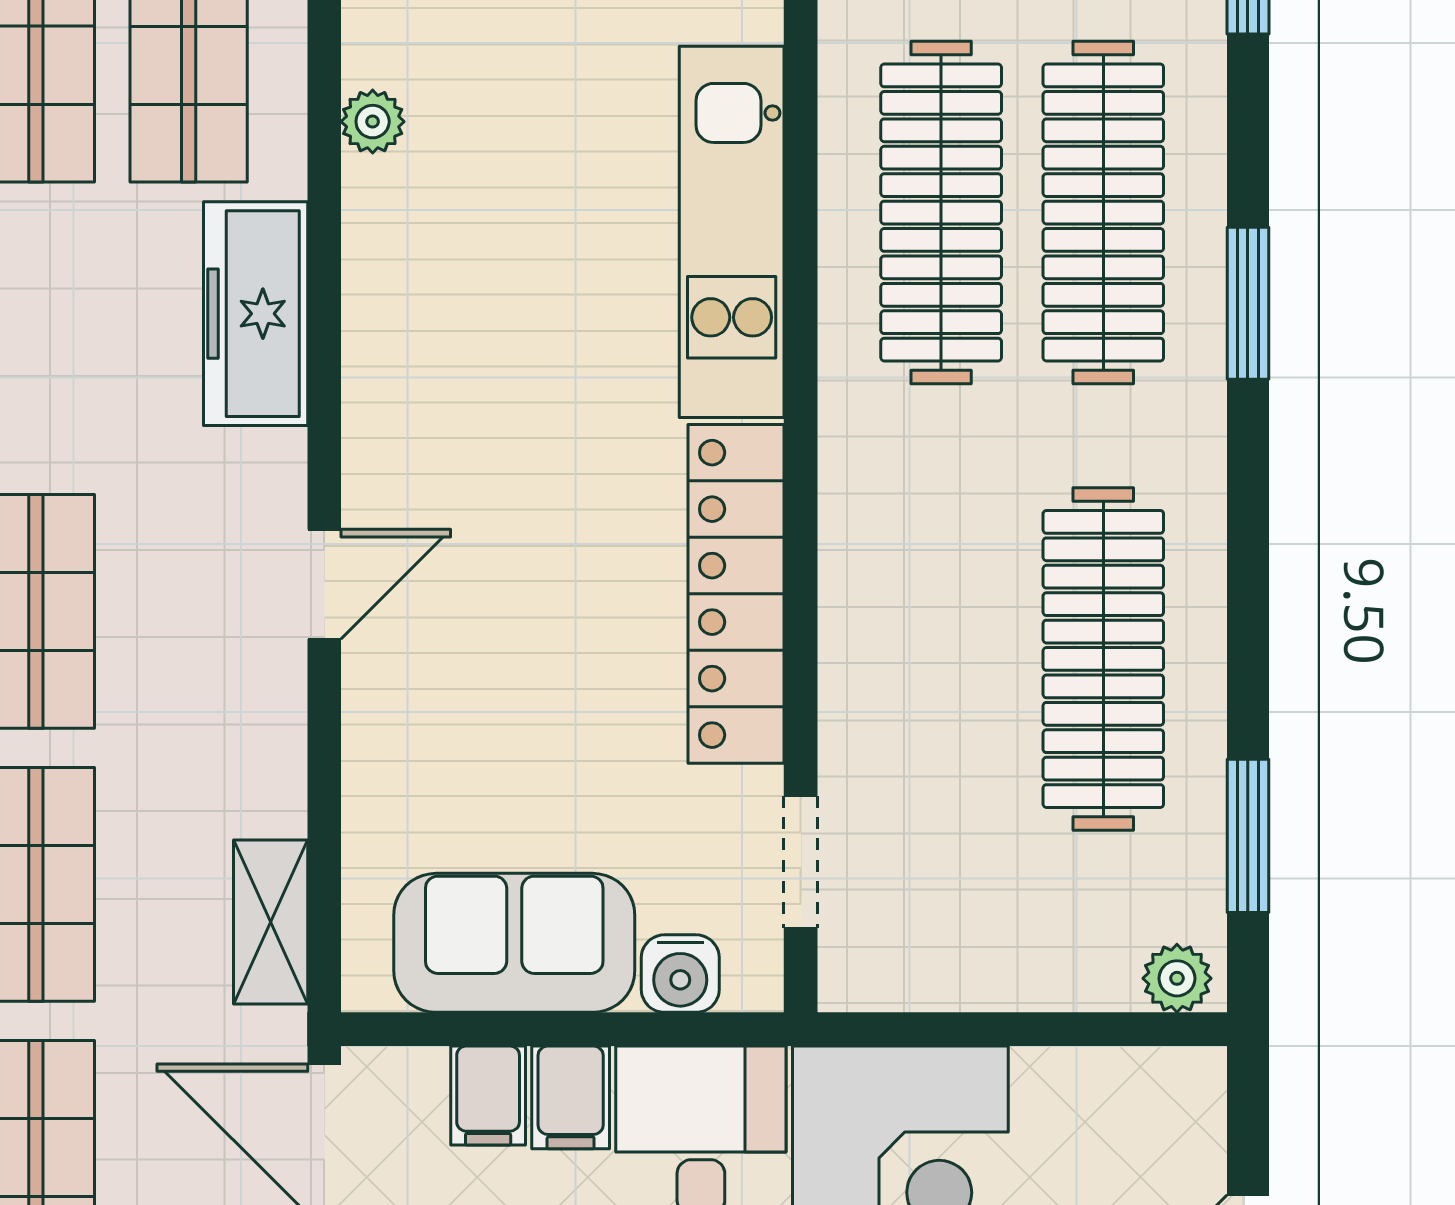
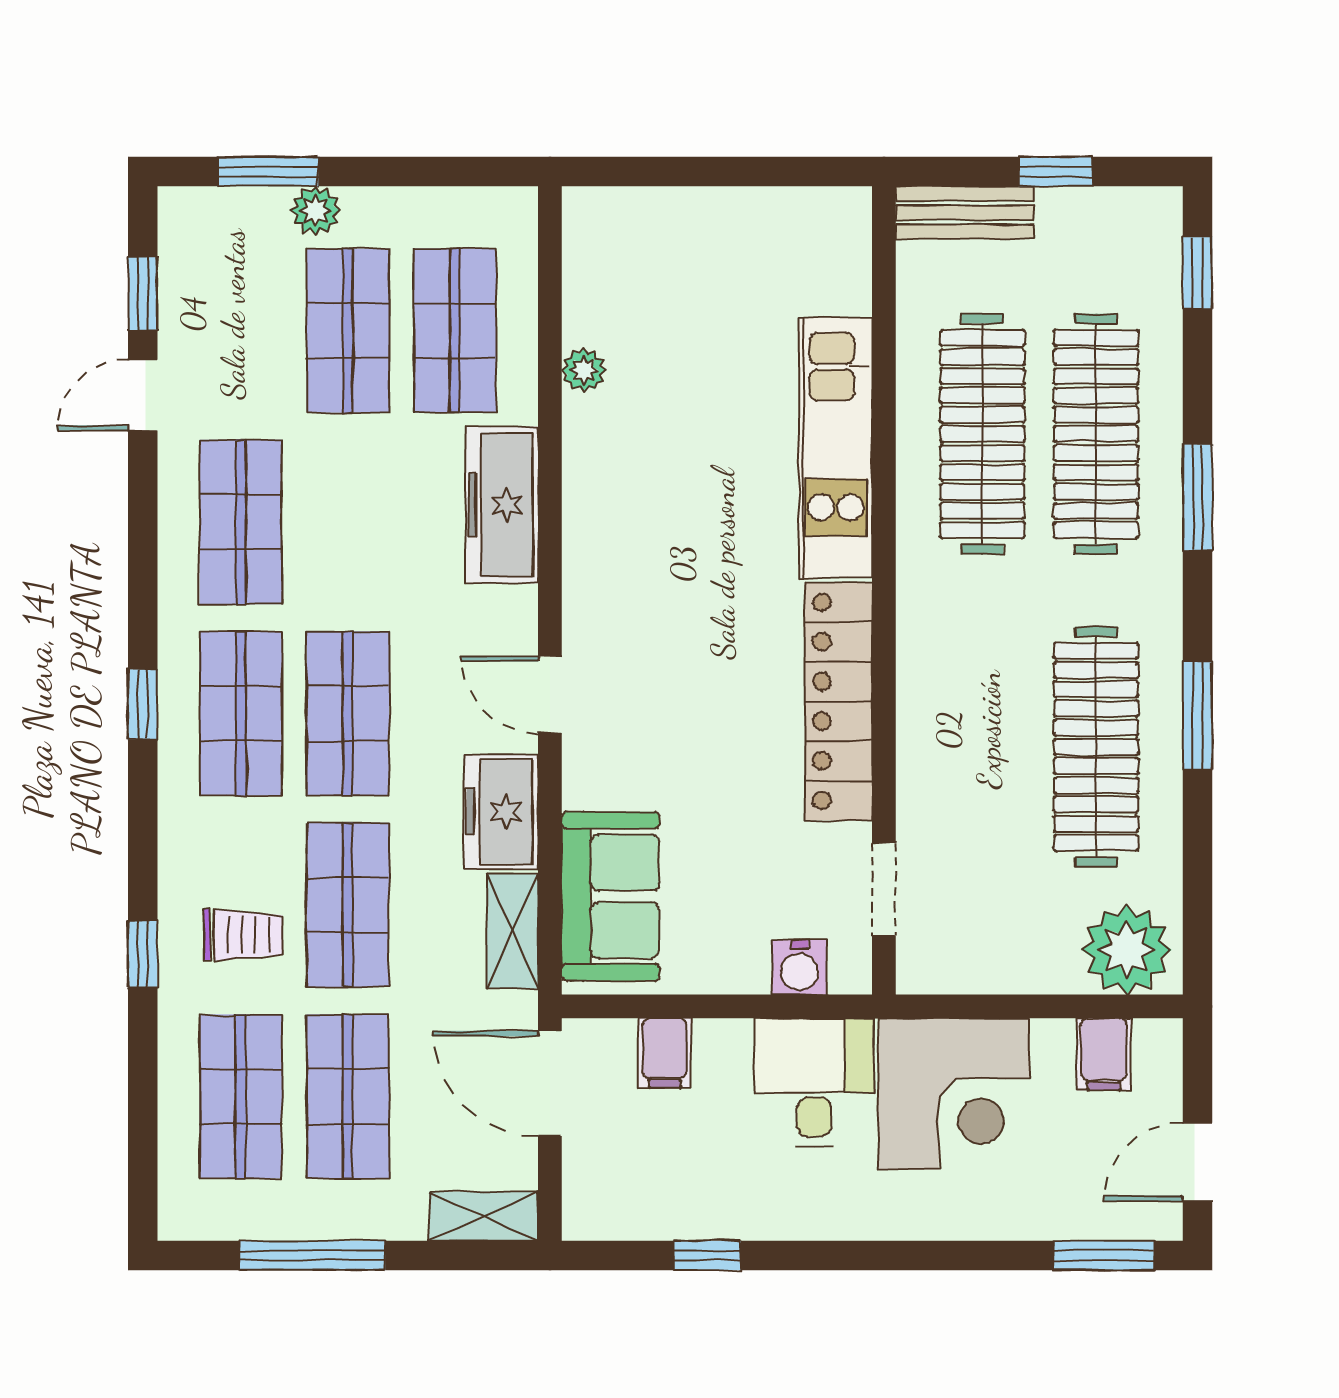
door: (324, 584) -> (550, 695), swing flipped
freezer: (254, 751) -> (501, 812), added
window: (1248, 836) -> (1197, 715), moved
sofa: (514, 943) -> (610, 896), moved, turned 90
plant: (1177, 978) -> (1127, 950), width x1.87, depth x1.87
filing cabinet: (571, 1097) -> (1104, 1054), moved

